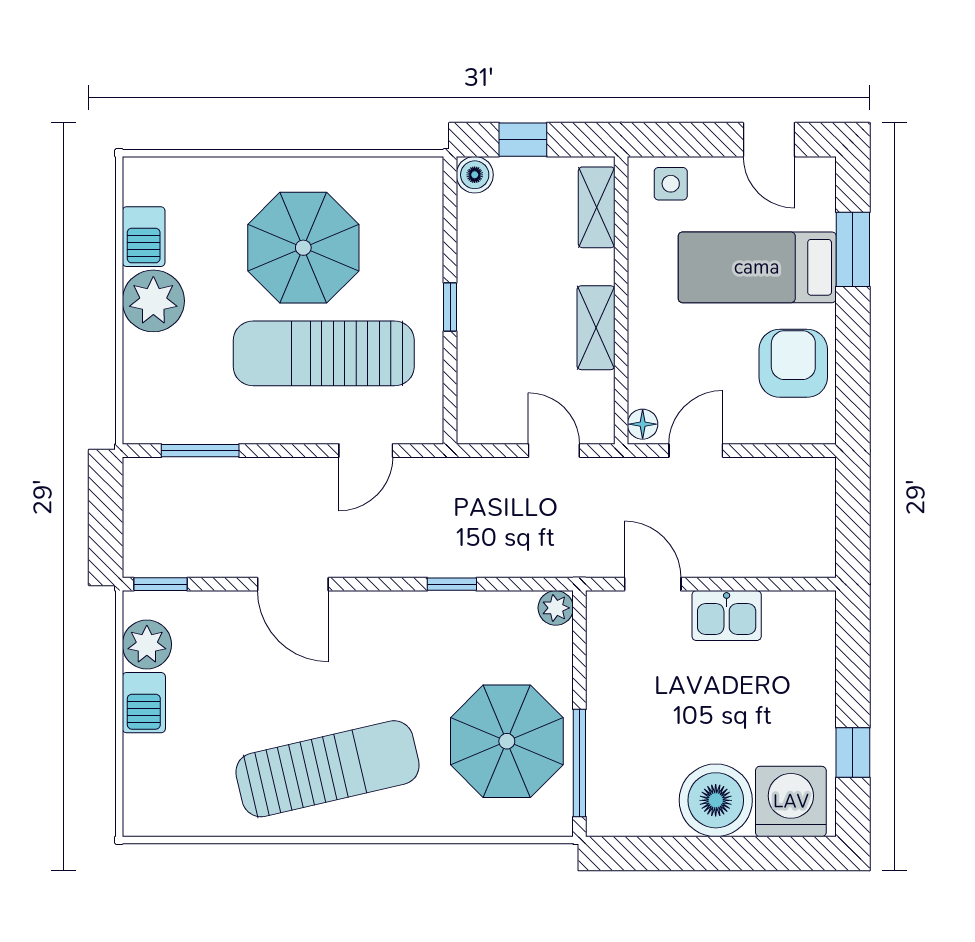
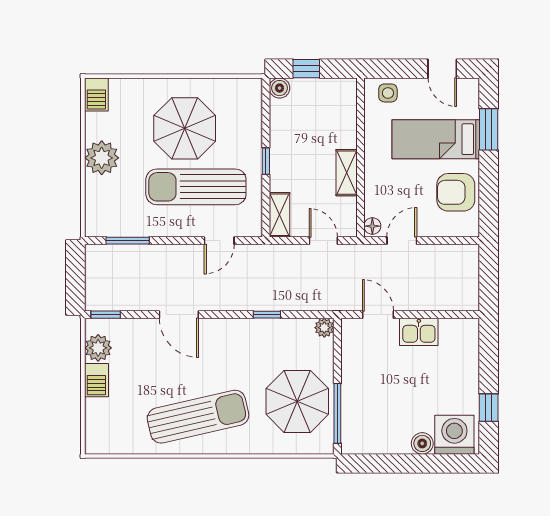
shelving: (597, 207) -> (279, 215), moved
barbecue: (144, 237) -> (96, 94), moved
armchair: (793, 363) -> (456, 192), turned -90
boiler: (716, 800) -> (422, 443), width x0.54, depth x0.54

